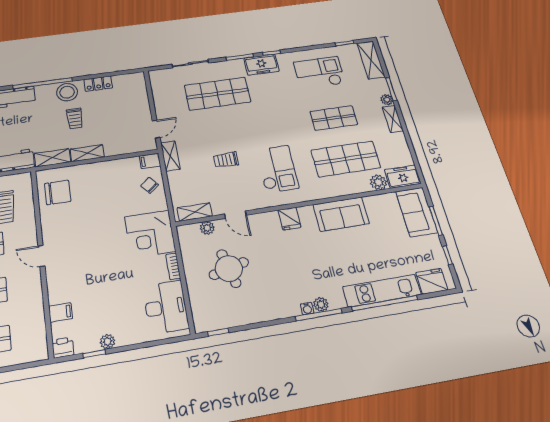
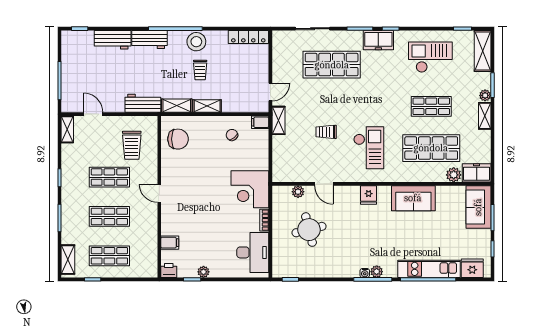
locker: (98, 84) -> (248, 37), moved, width x1.53
chair: (150, 185) -> (232, 135), moved
shelving: (195, 212) -> (290, 176), removed

